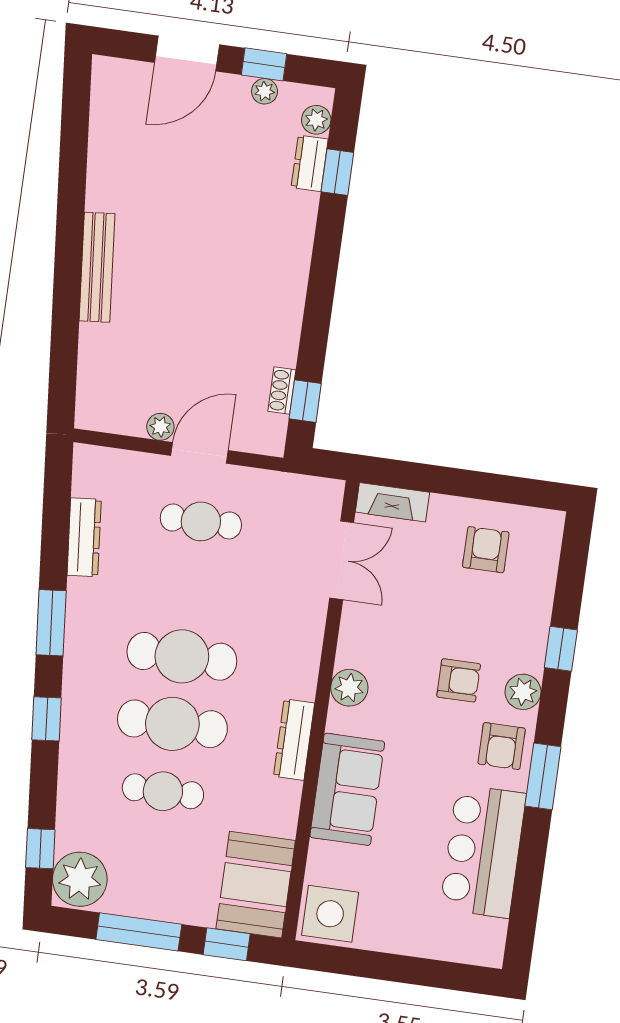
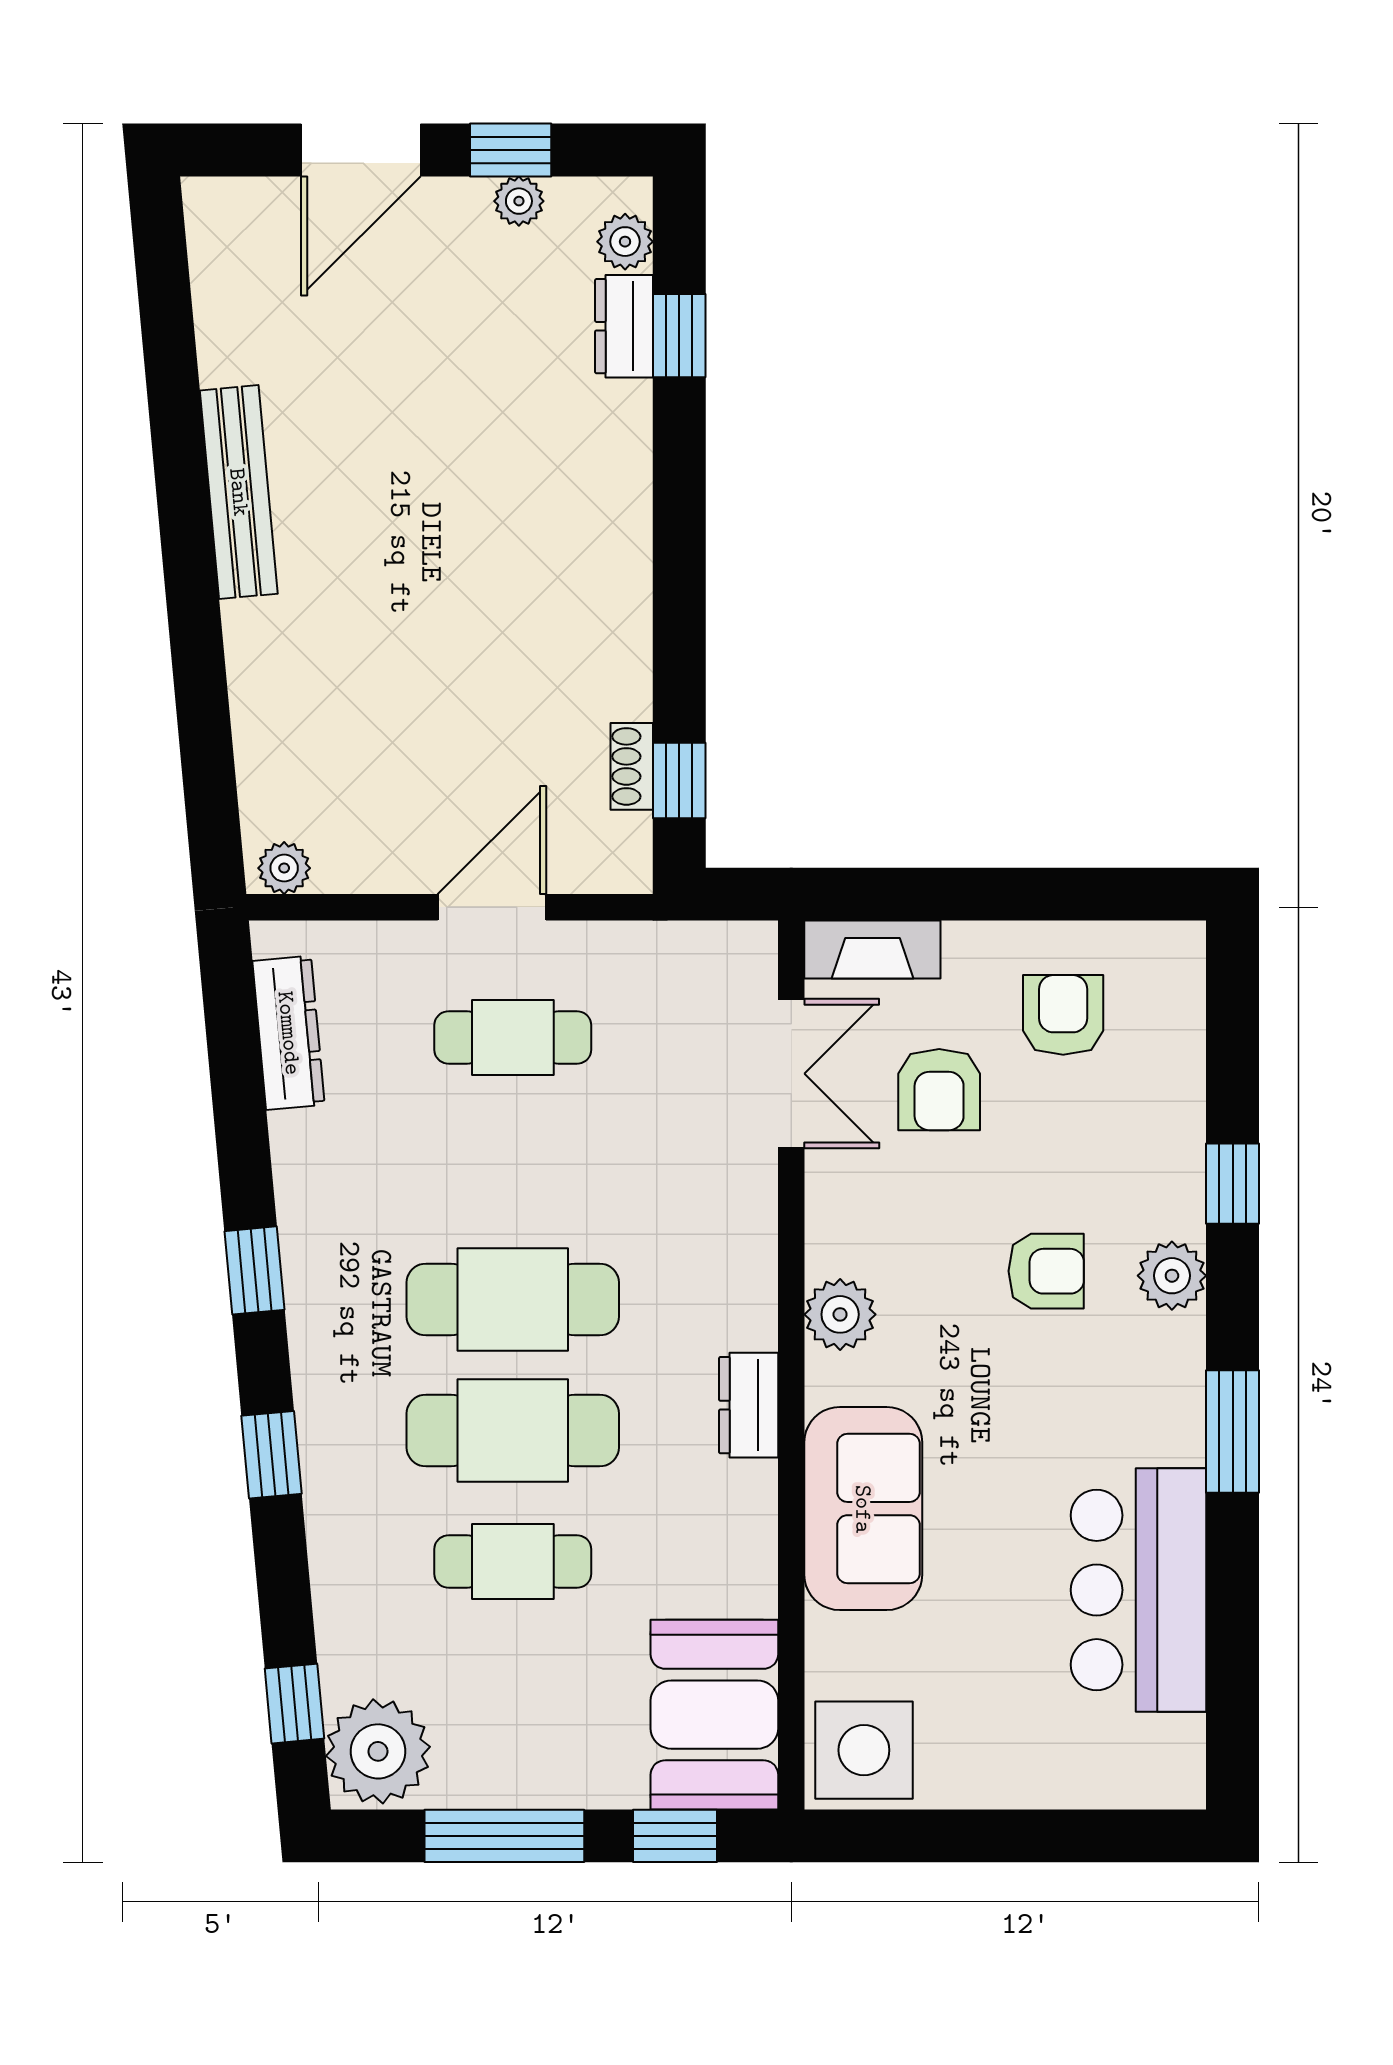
bench: (97, 267) -> (239, 492), moved
plant: (160, 427) -> (284, 868), moved
dresser: (84, 537) -> (289, 1033), moved
window: (51, 623) -> (255, 1270), width x0.67
dresser: (294, 740) -> (749, 1405), width x0.70
armchair: (502, 746) -> (939, 1090), moved

